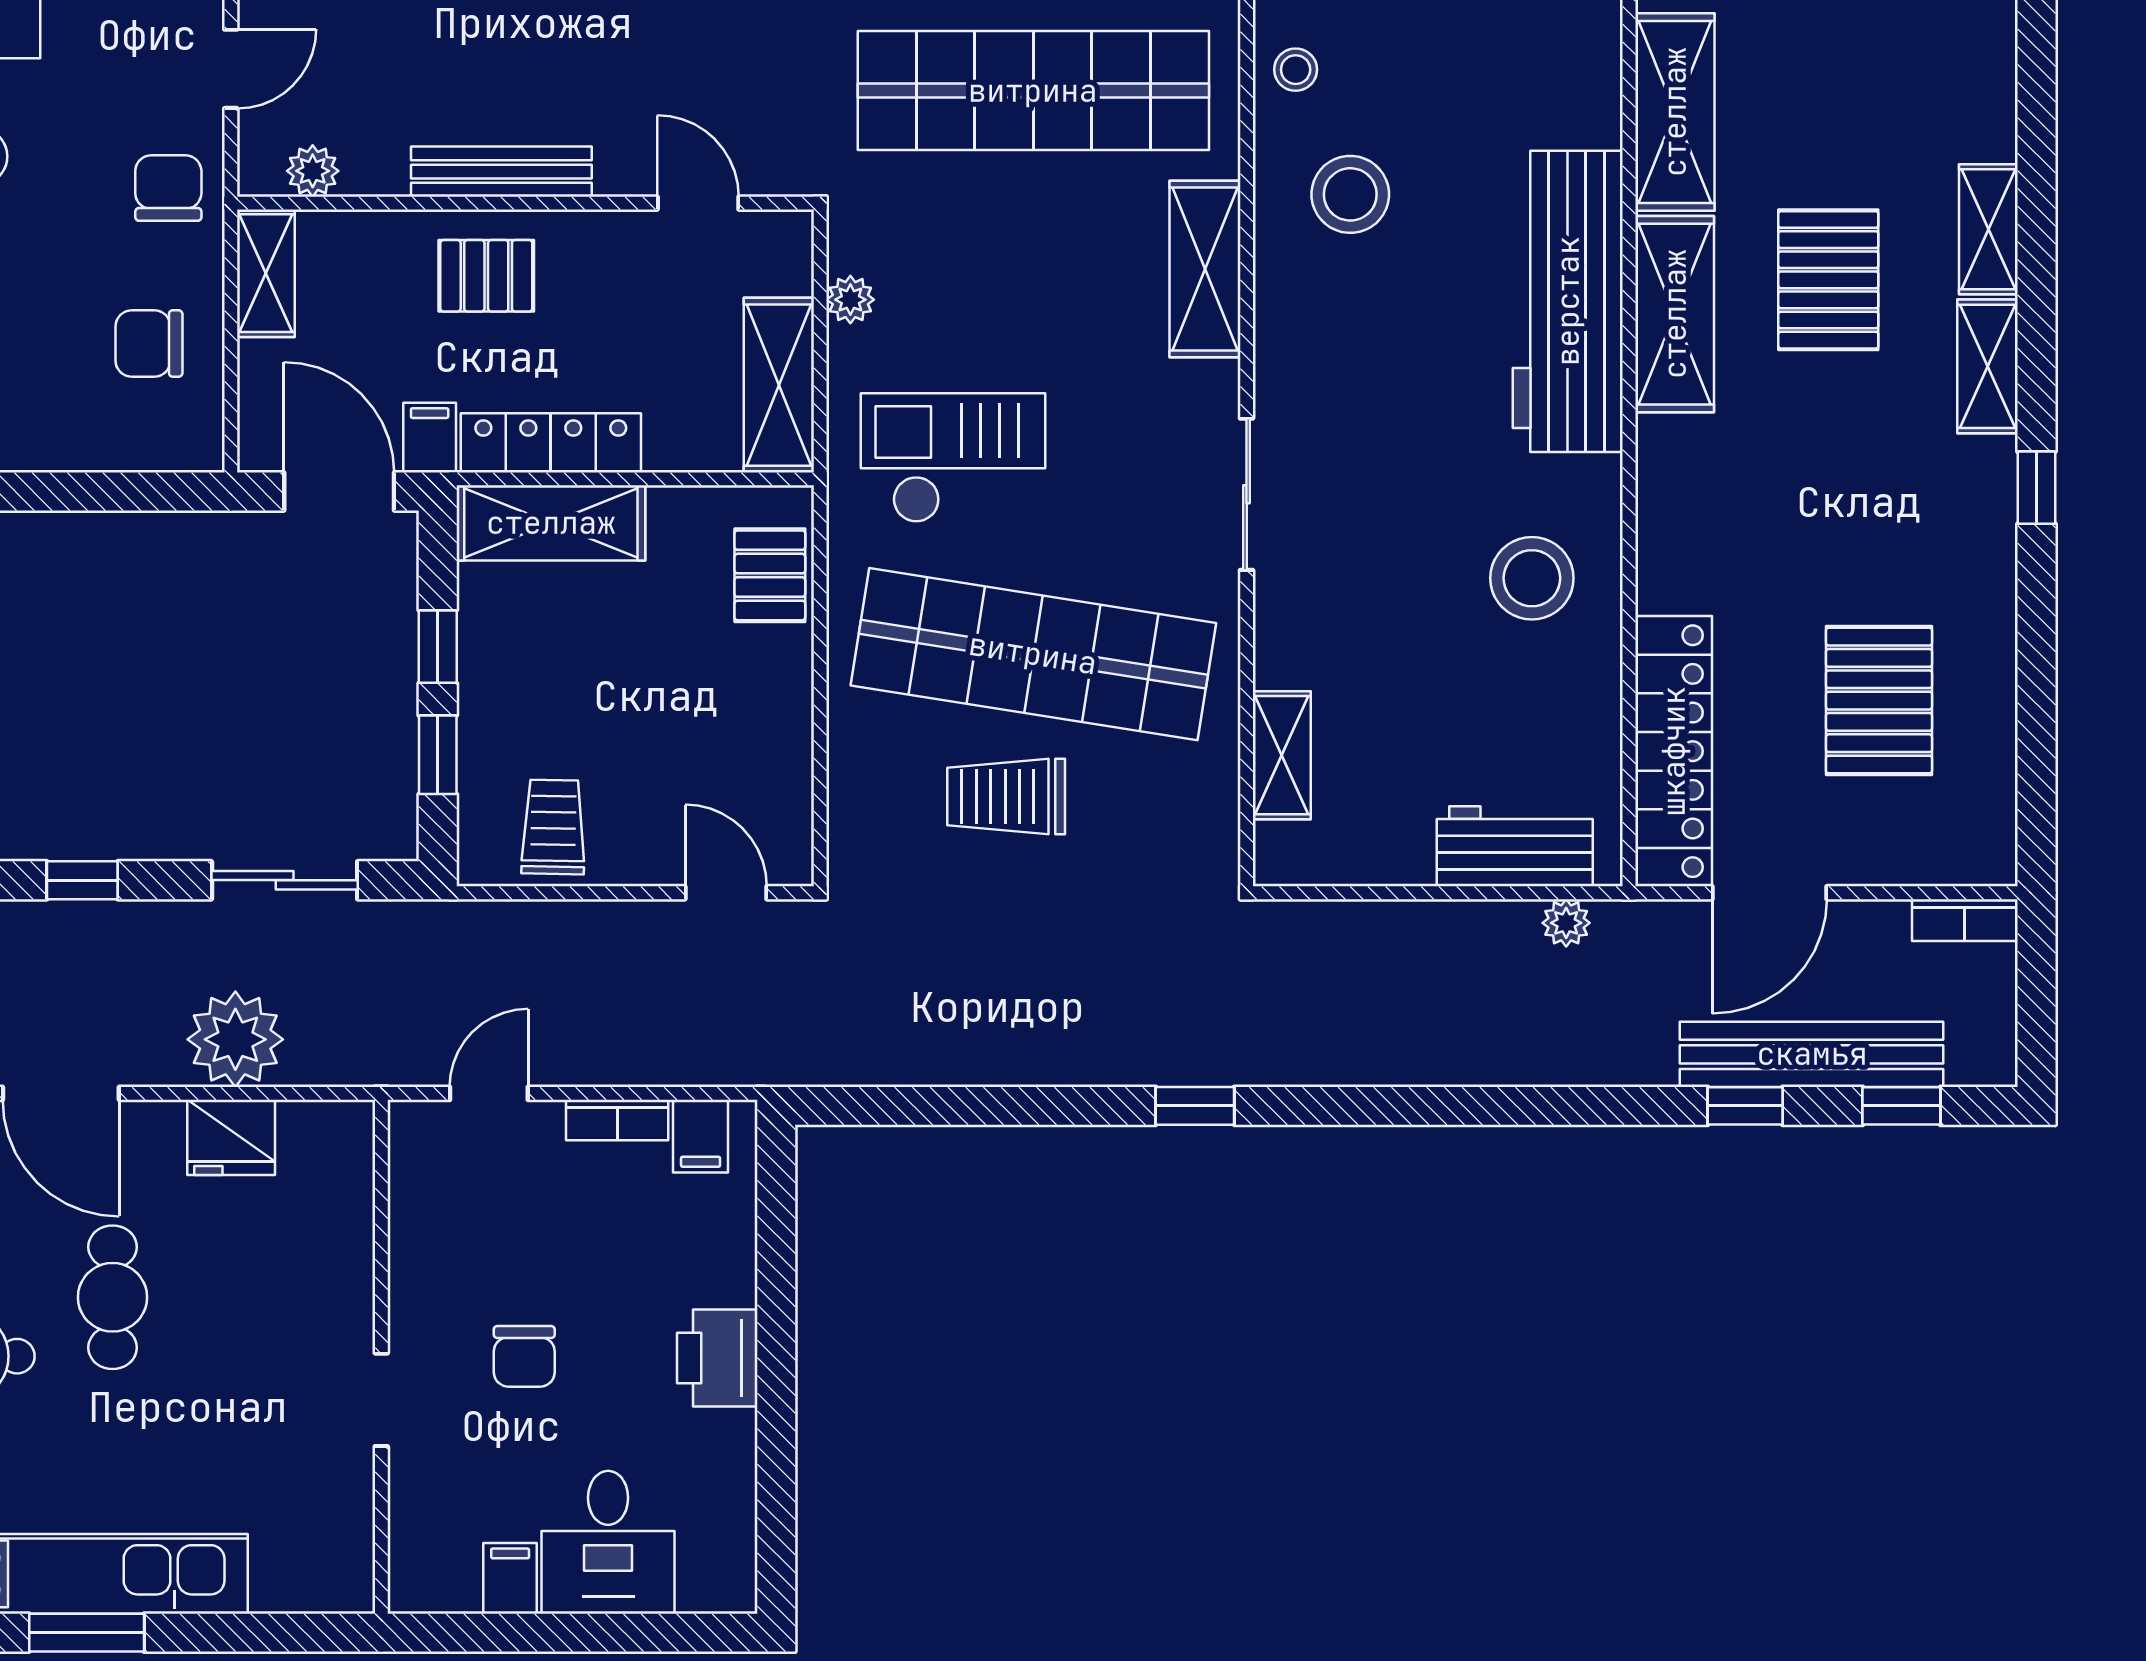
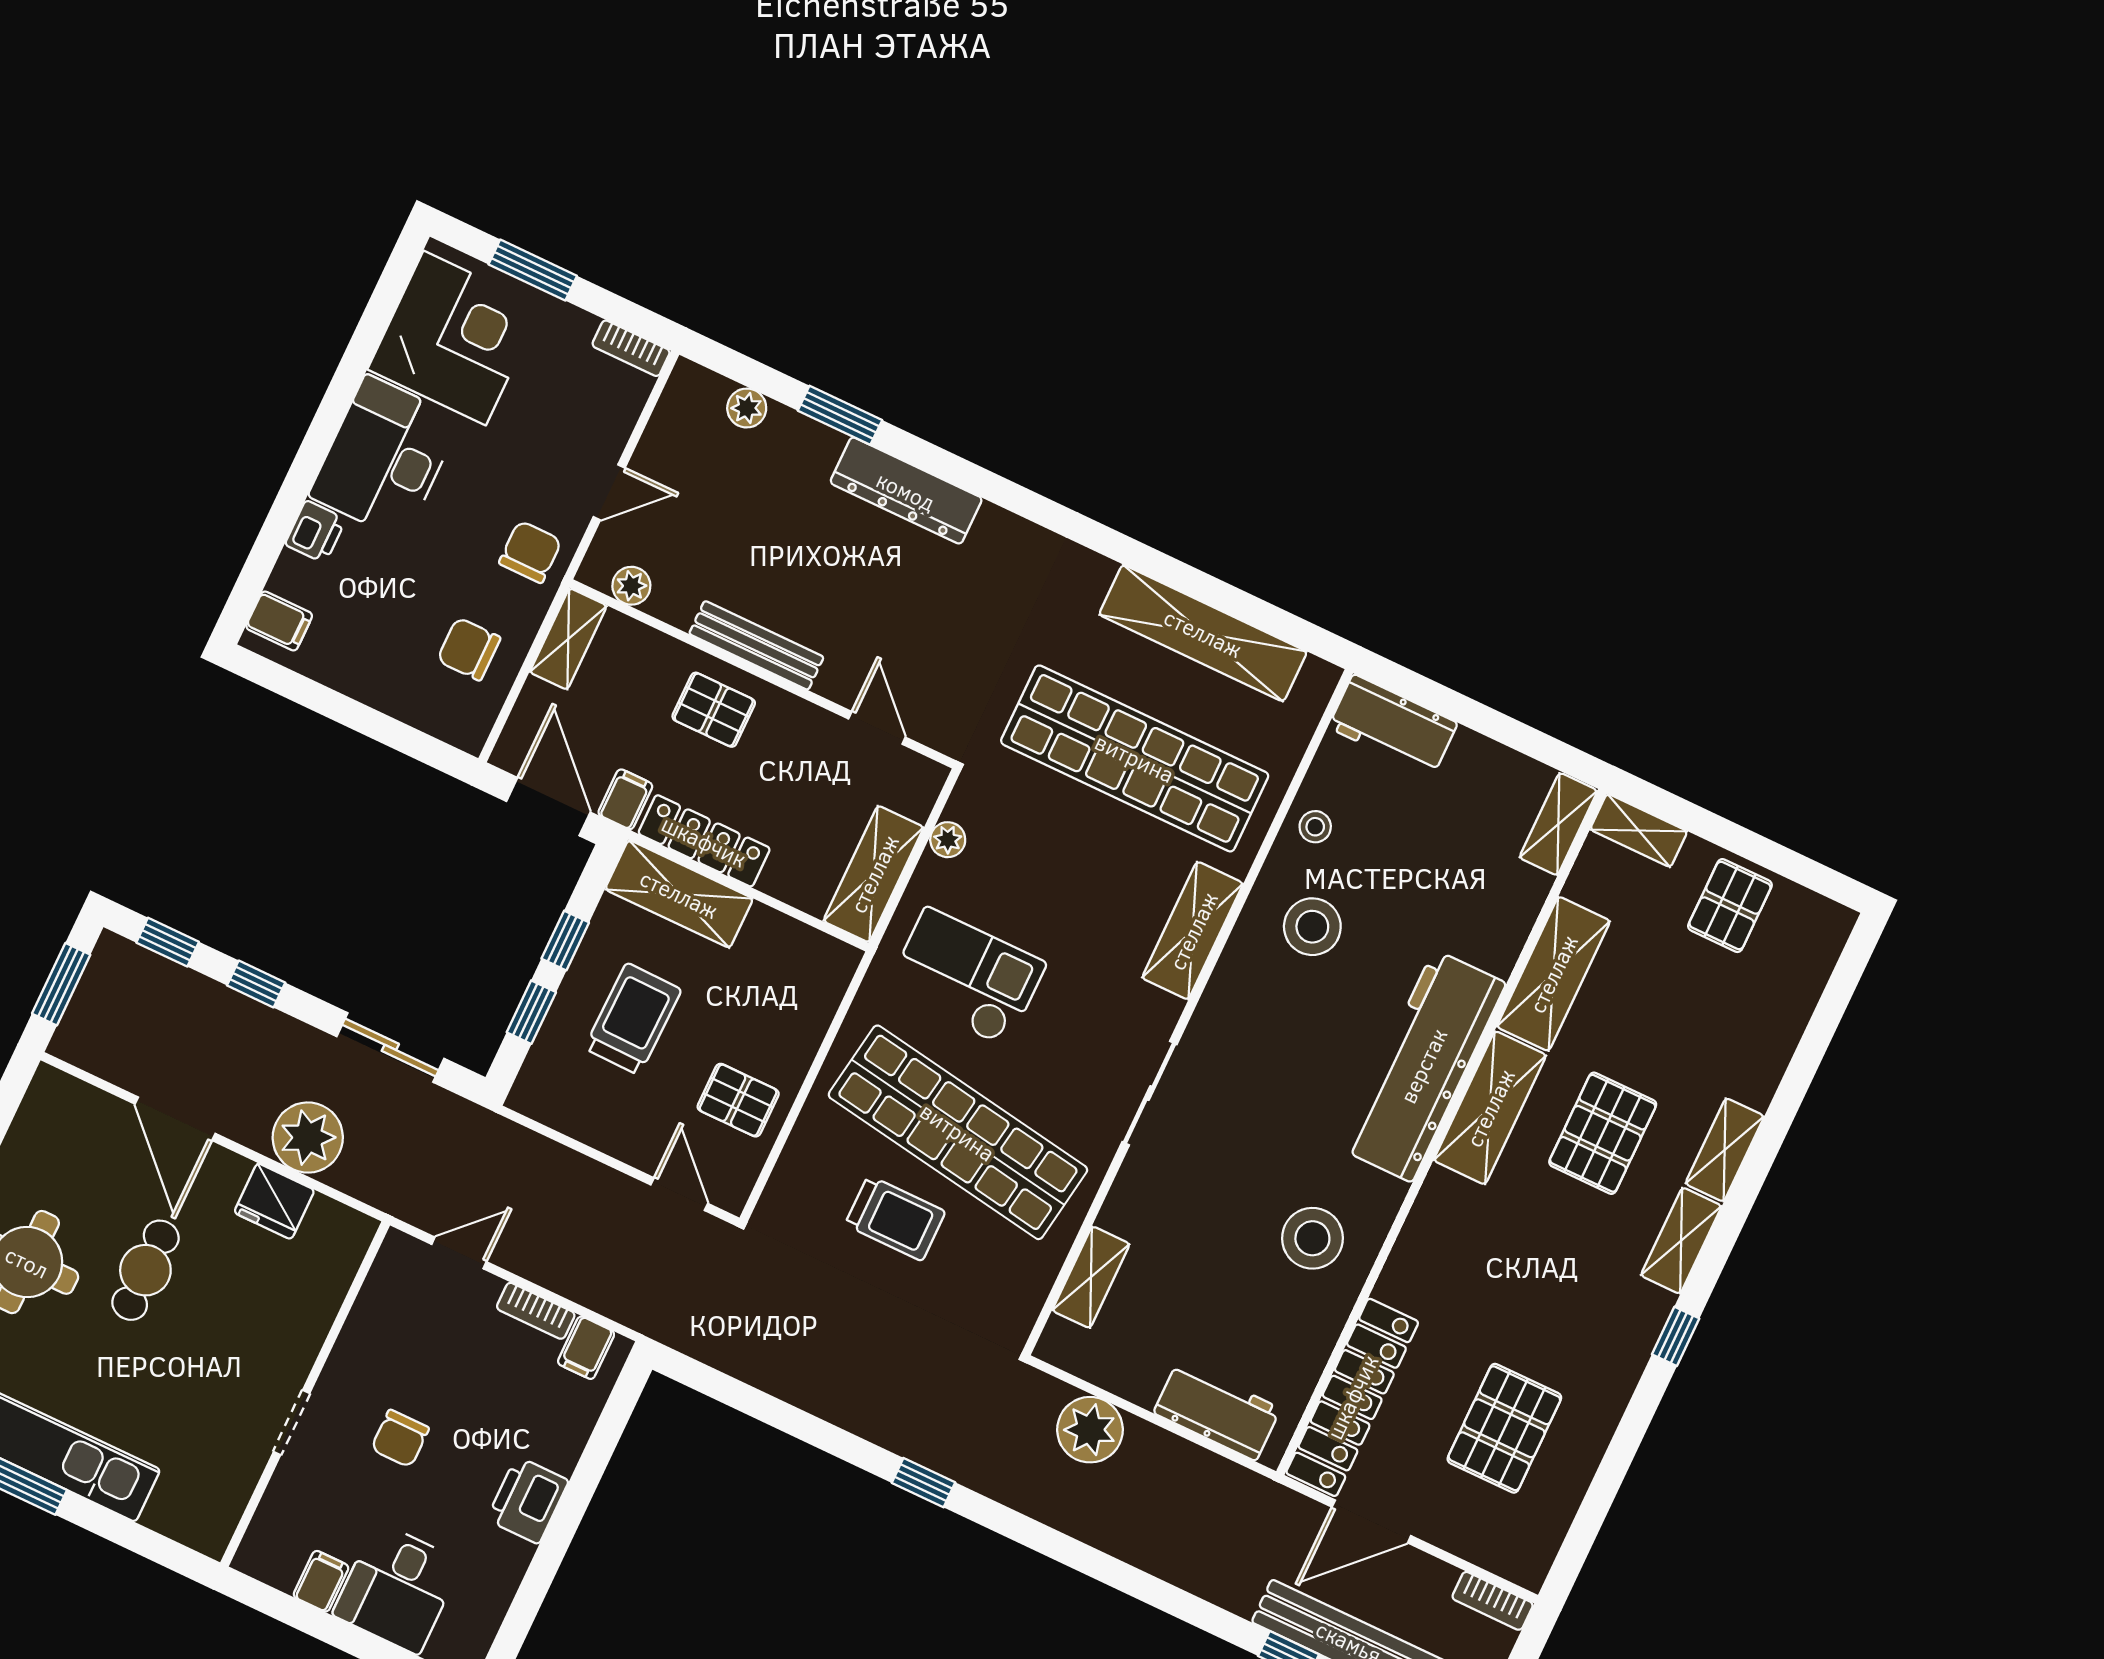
pallet: (770, 575) -> (738, 1100), moved, turned 90
trolley: (1006, 797) -> (895, 1218), turned 180
trolley: (553, 827) -> (633, 1019), moved, width x1.36, depth x1.39
plant: (1566, 923) -> (1090, 1430), moved, width x1.88, depth x1.88

